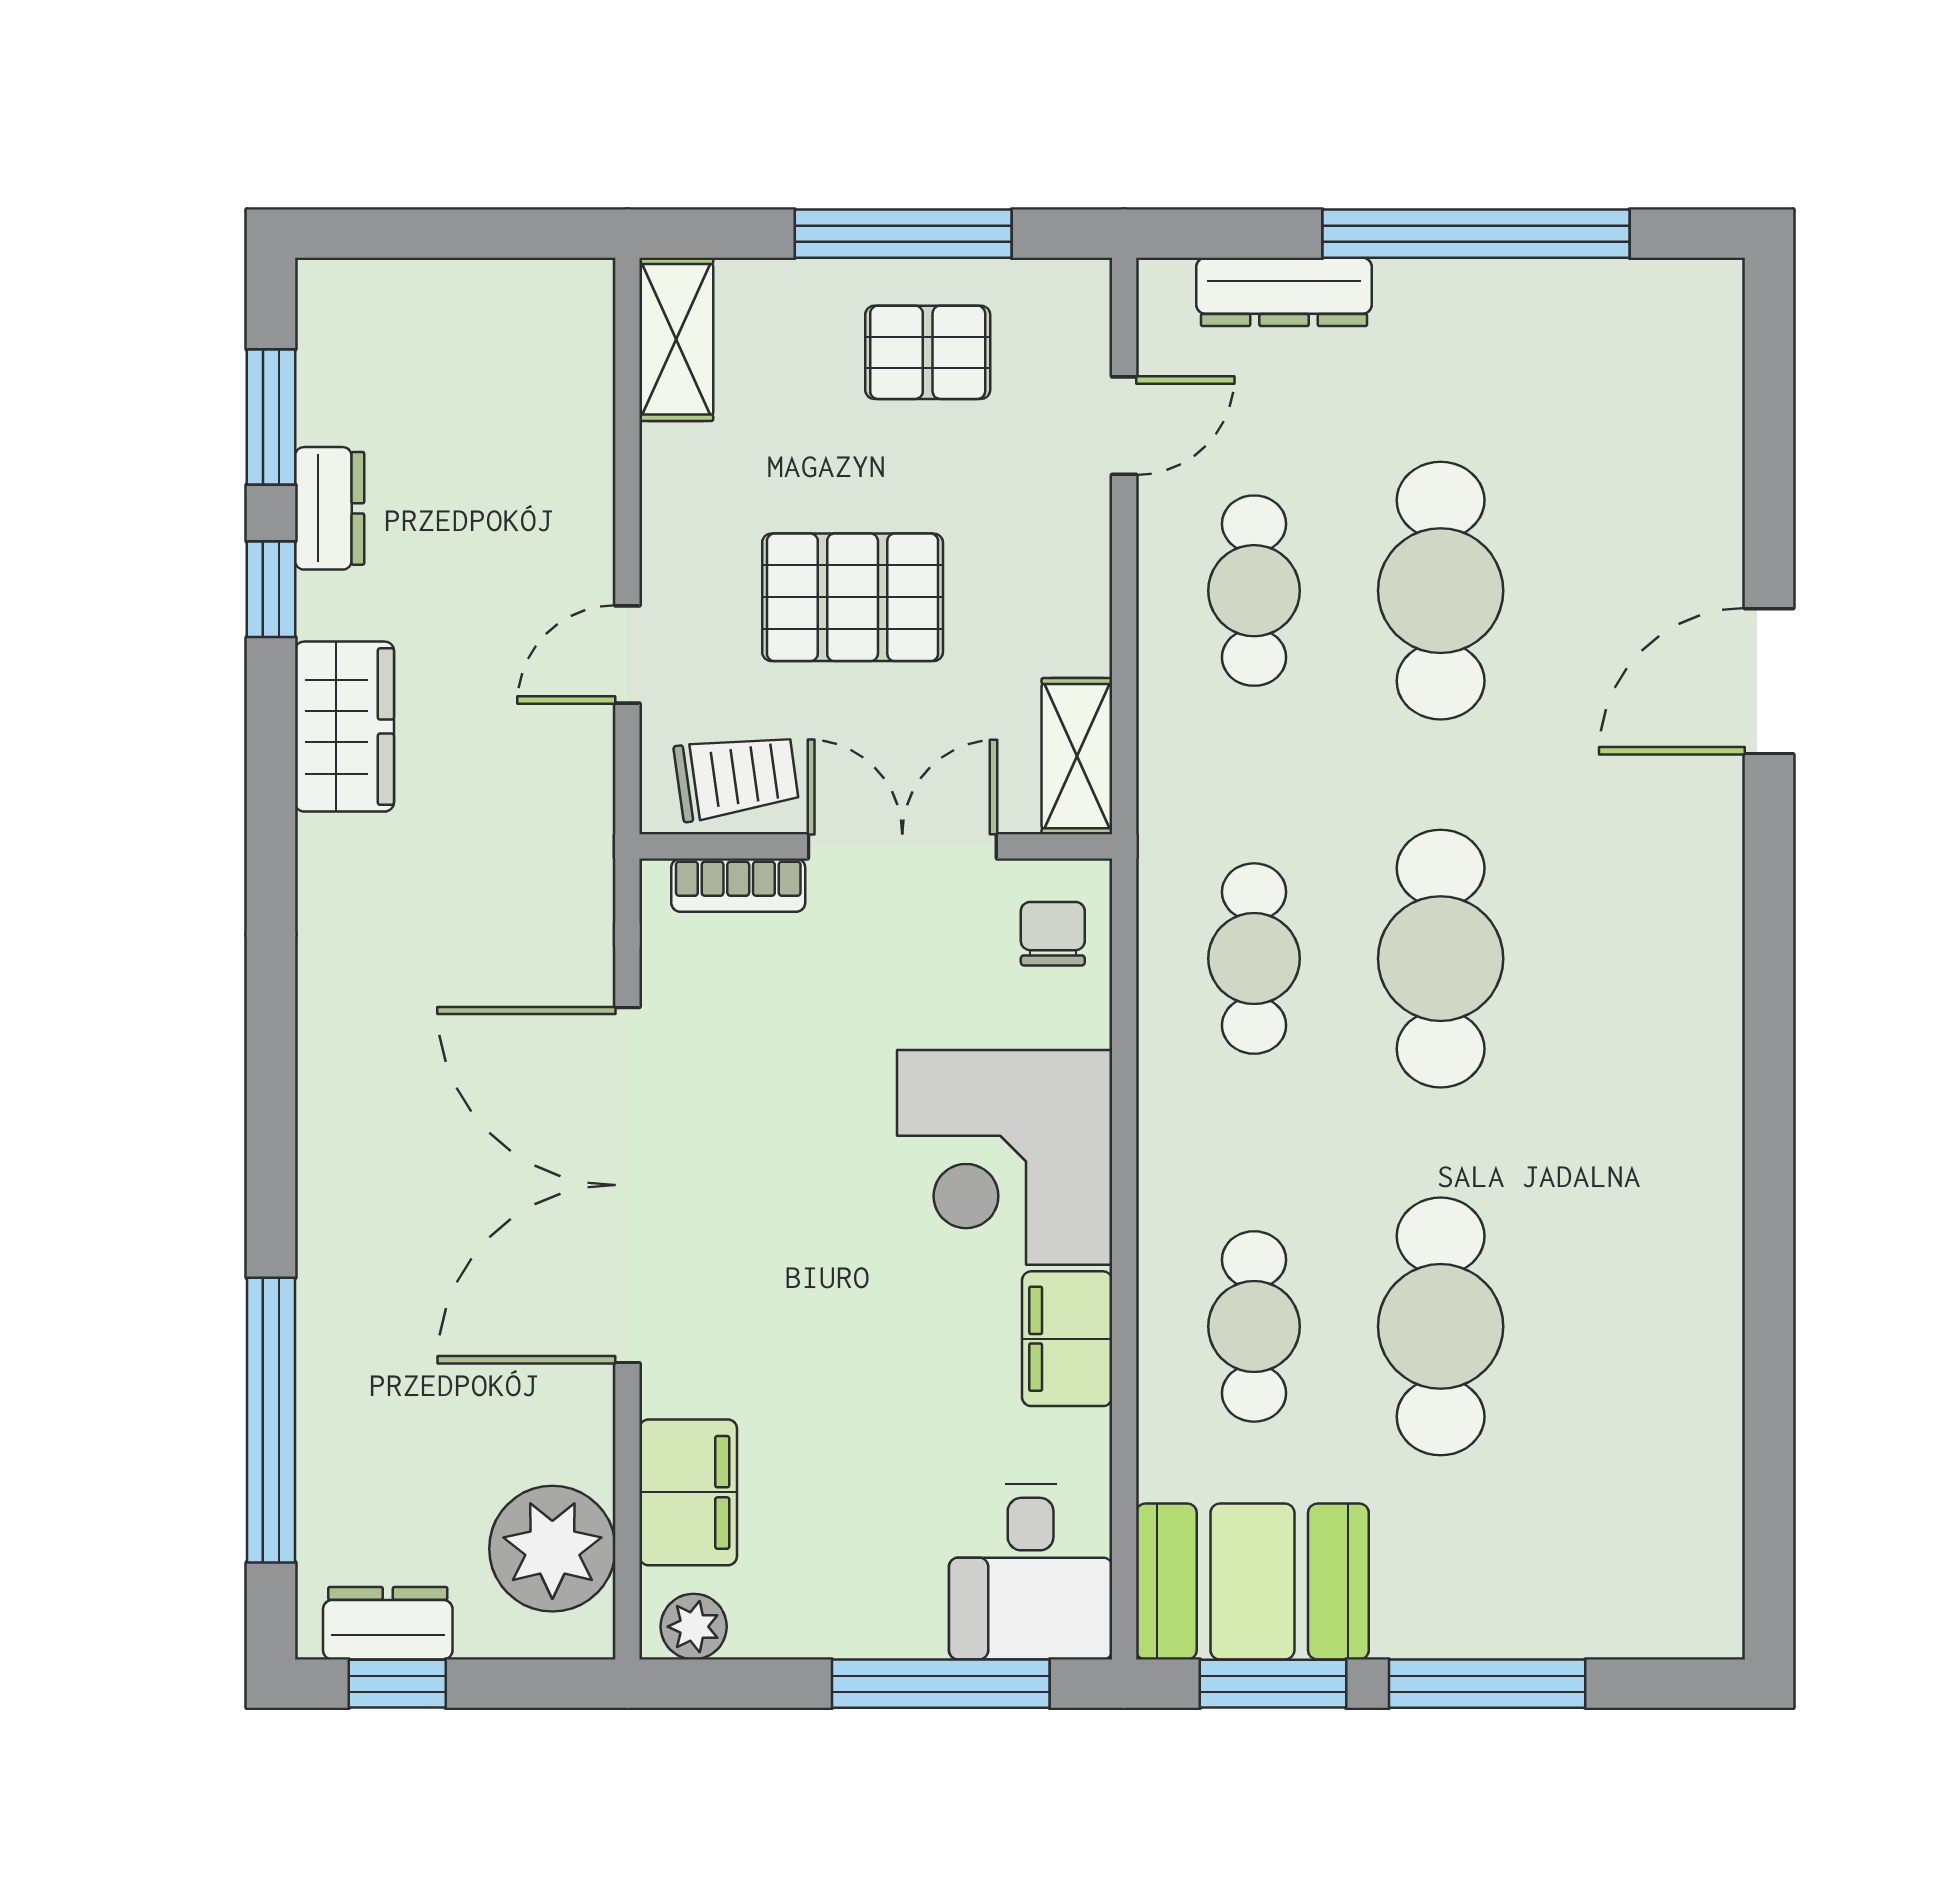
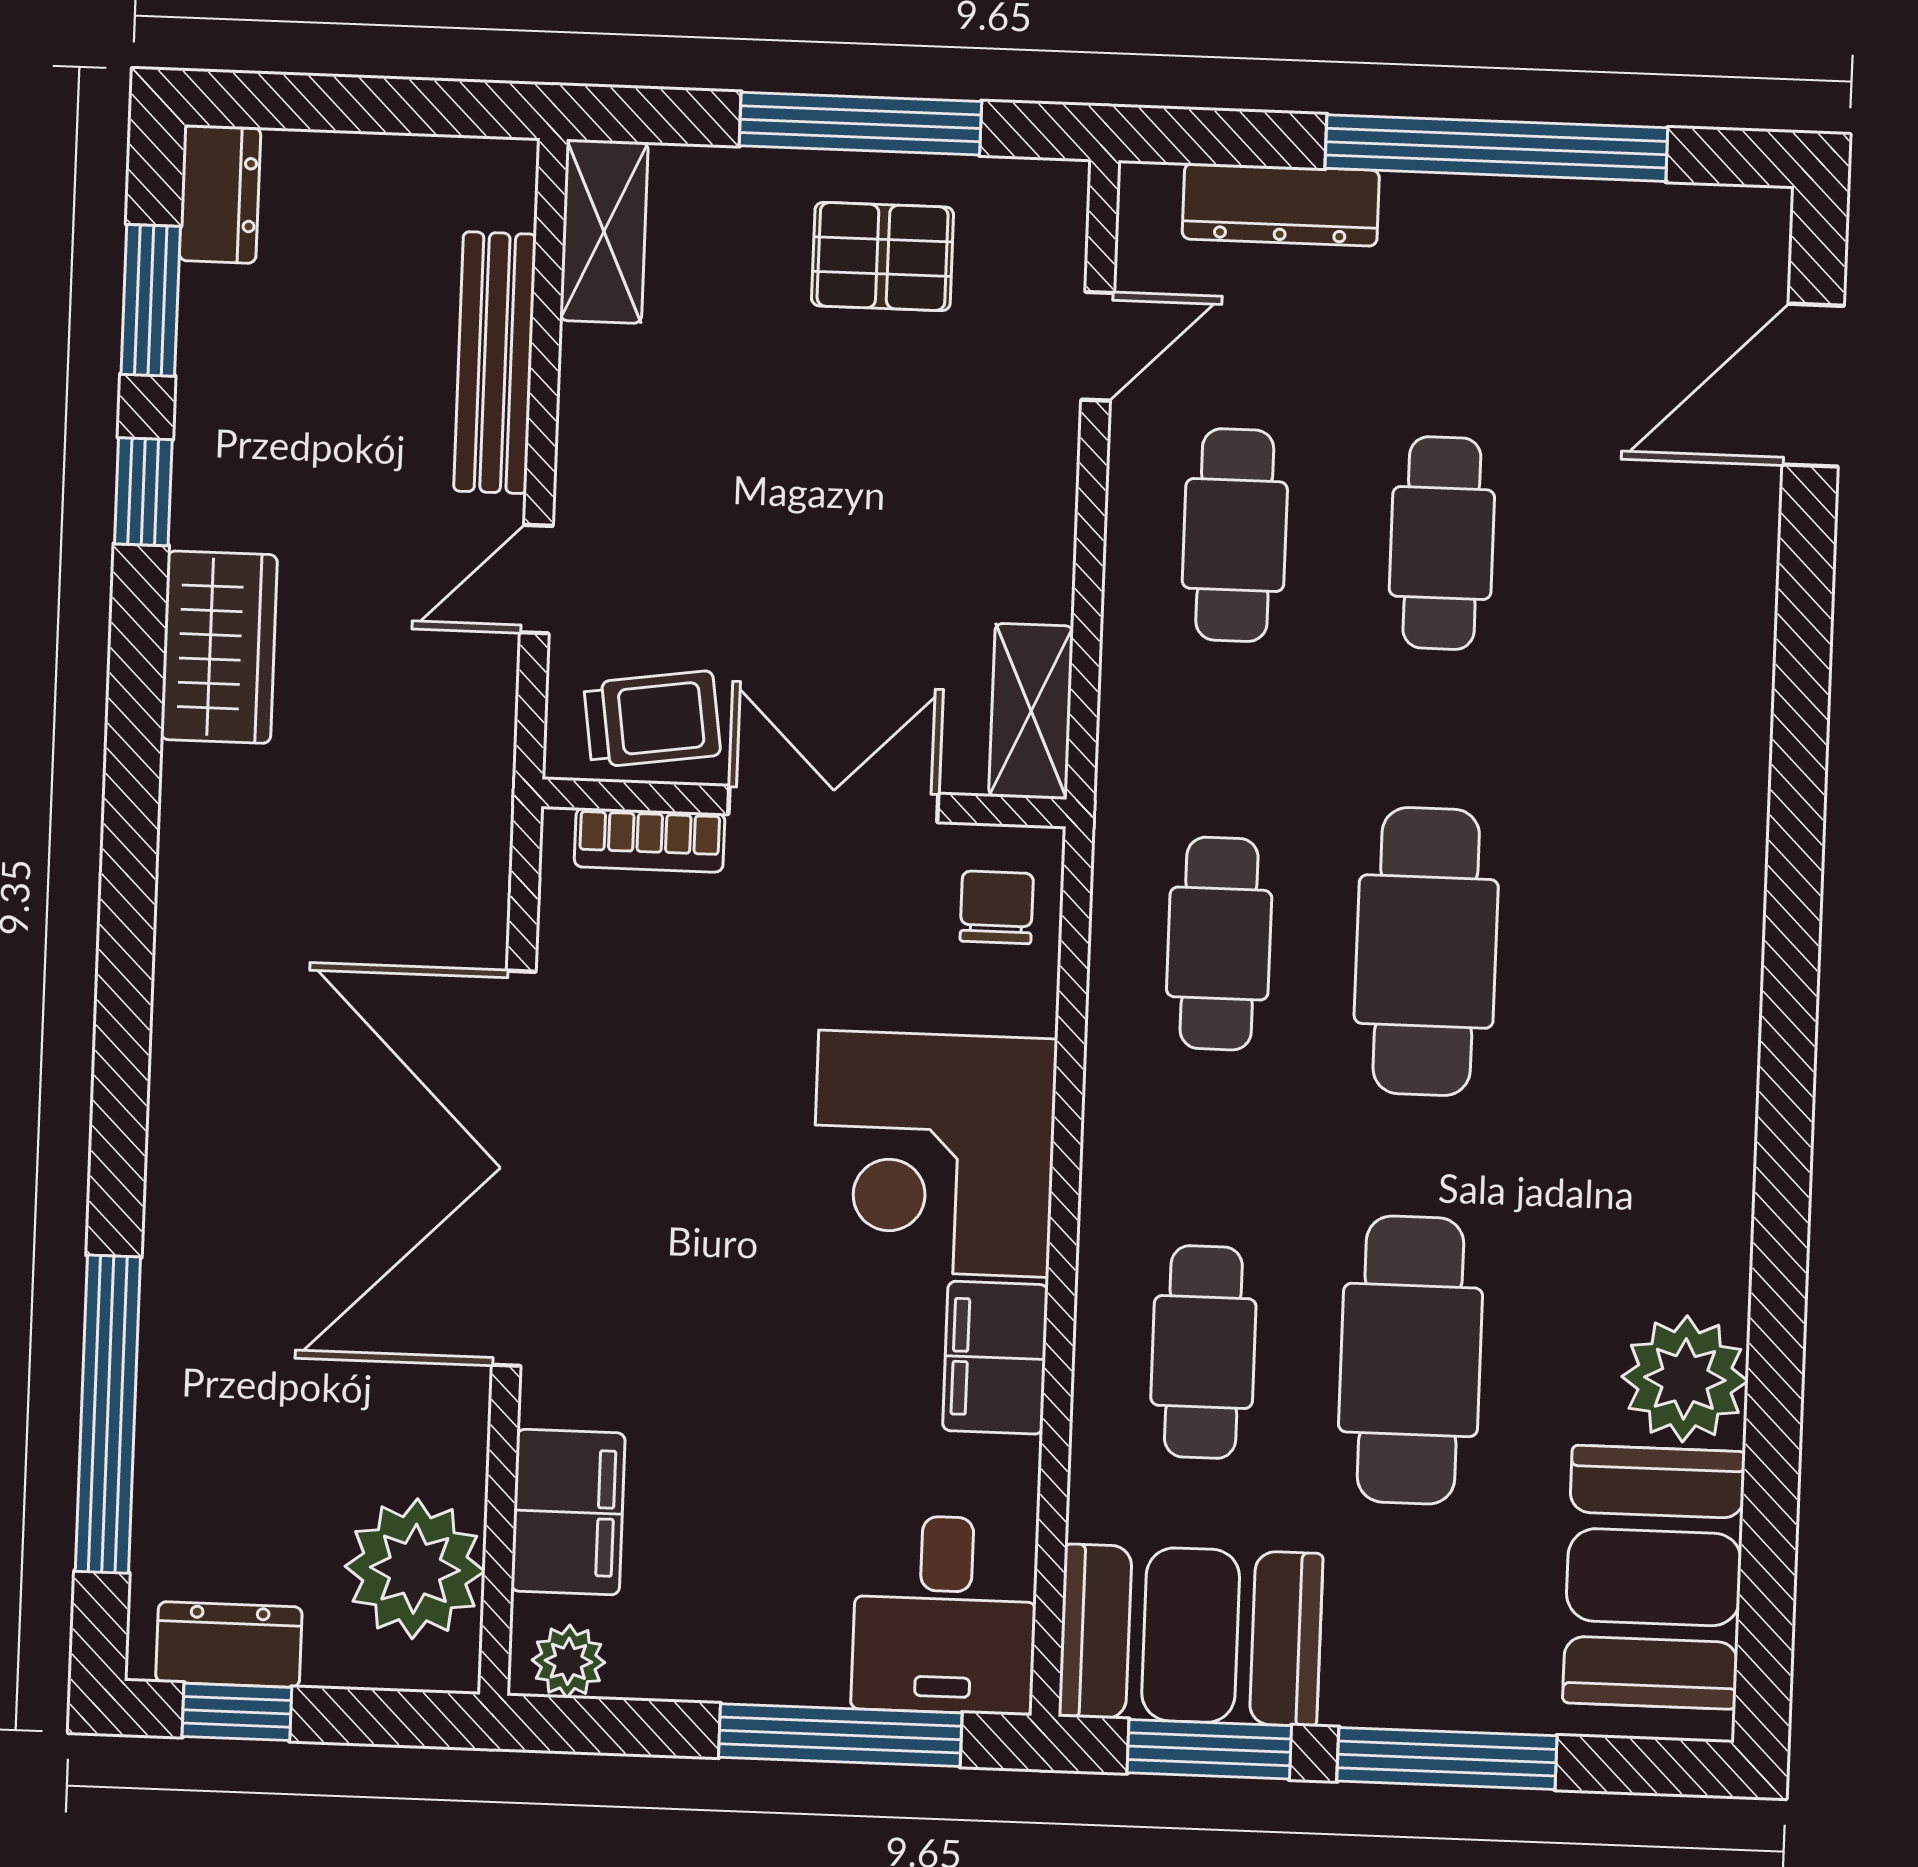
bench: (583, 461) -> (495, 363), added
dresser: (330, 508) -> (220, 194), moved
cafe table: (1441, 591) -> (1442, 543), width x0.73, depth x0.74
pallet: (853, 597) -> (789, 525), removed
door: (1769, 681) -> (1813, 385), moved
plant: (1688, 1334) -> (1685, 1379), added
booth: (1667, 1513) -> (1654, 1577), added

